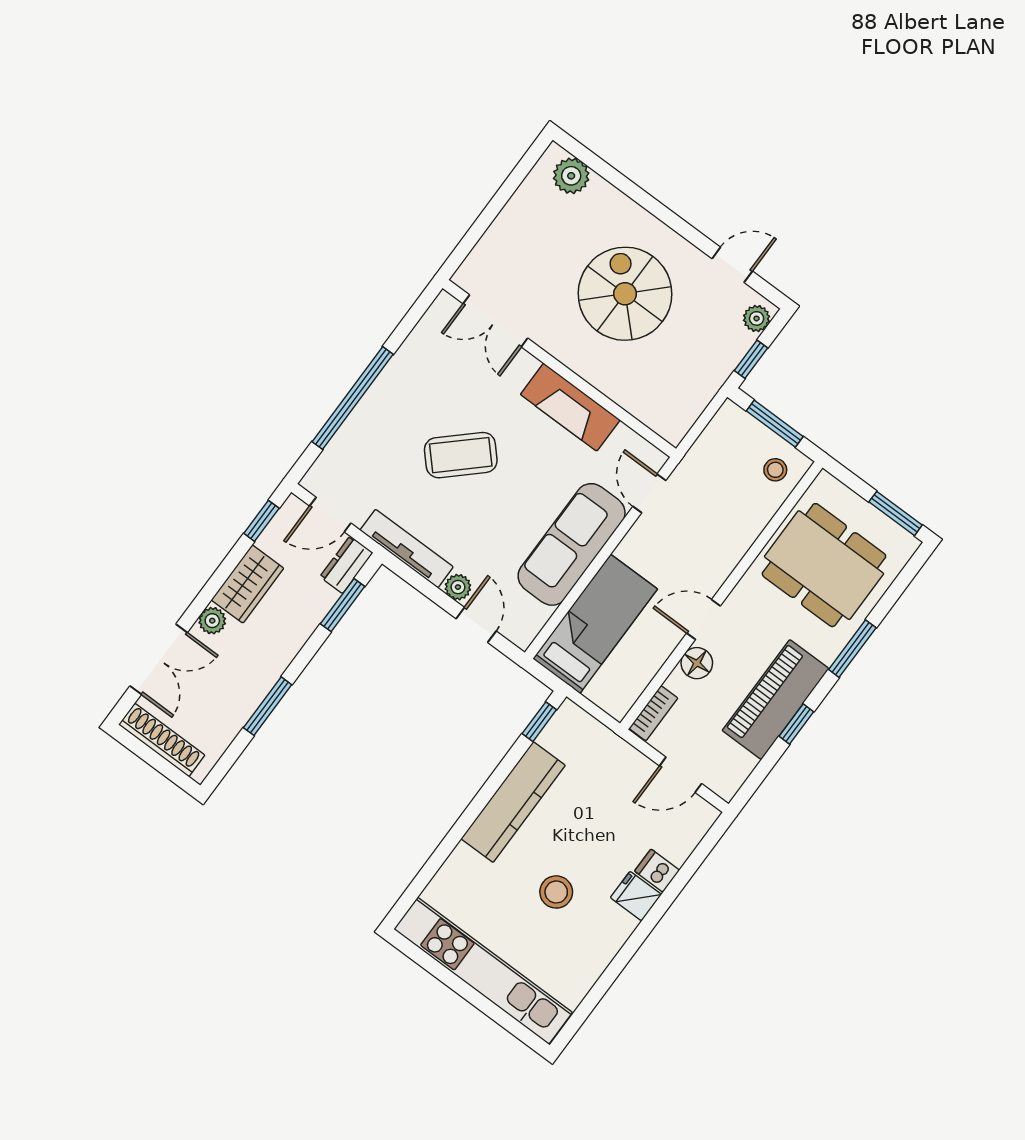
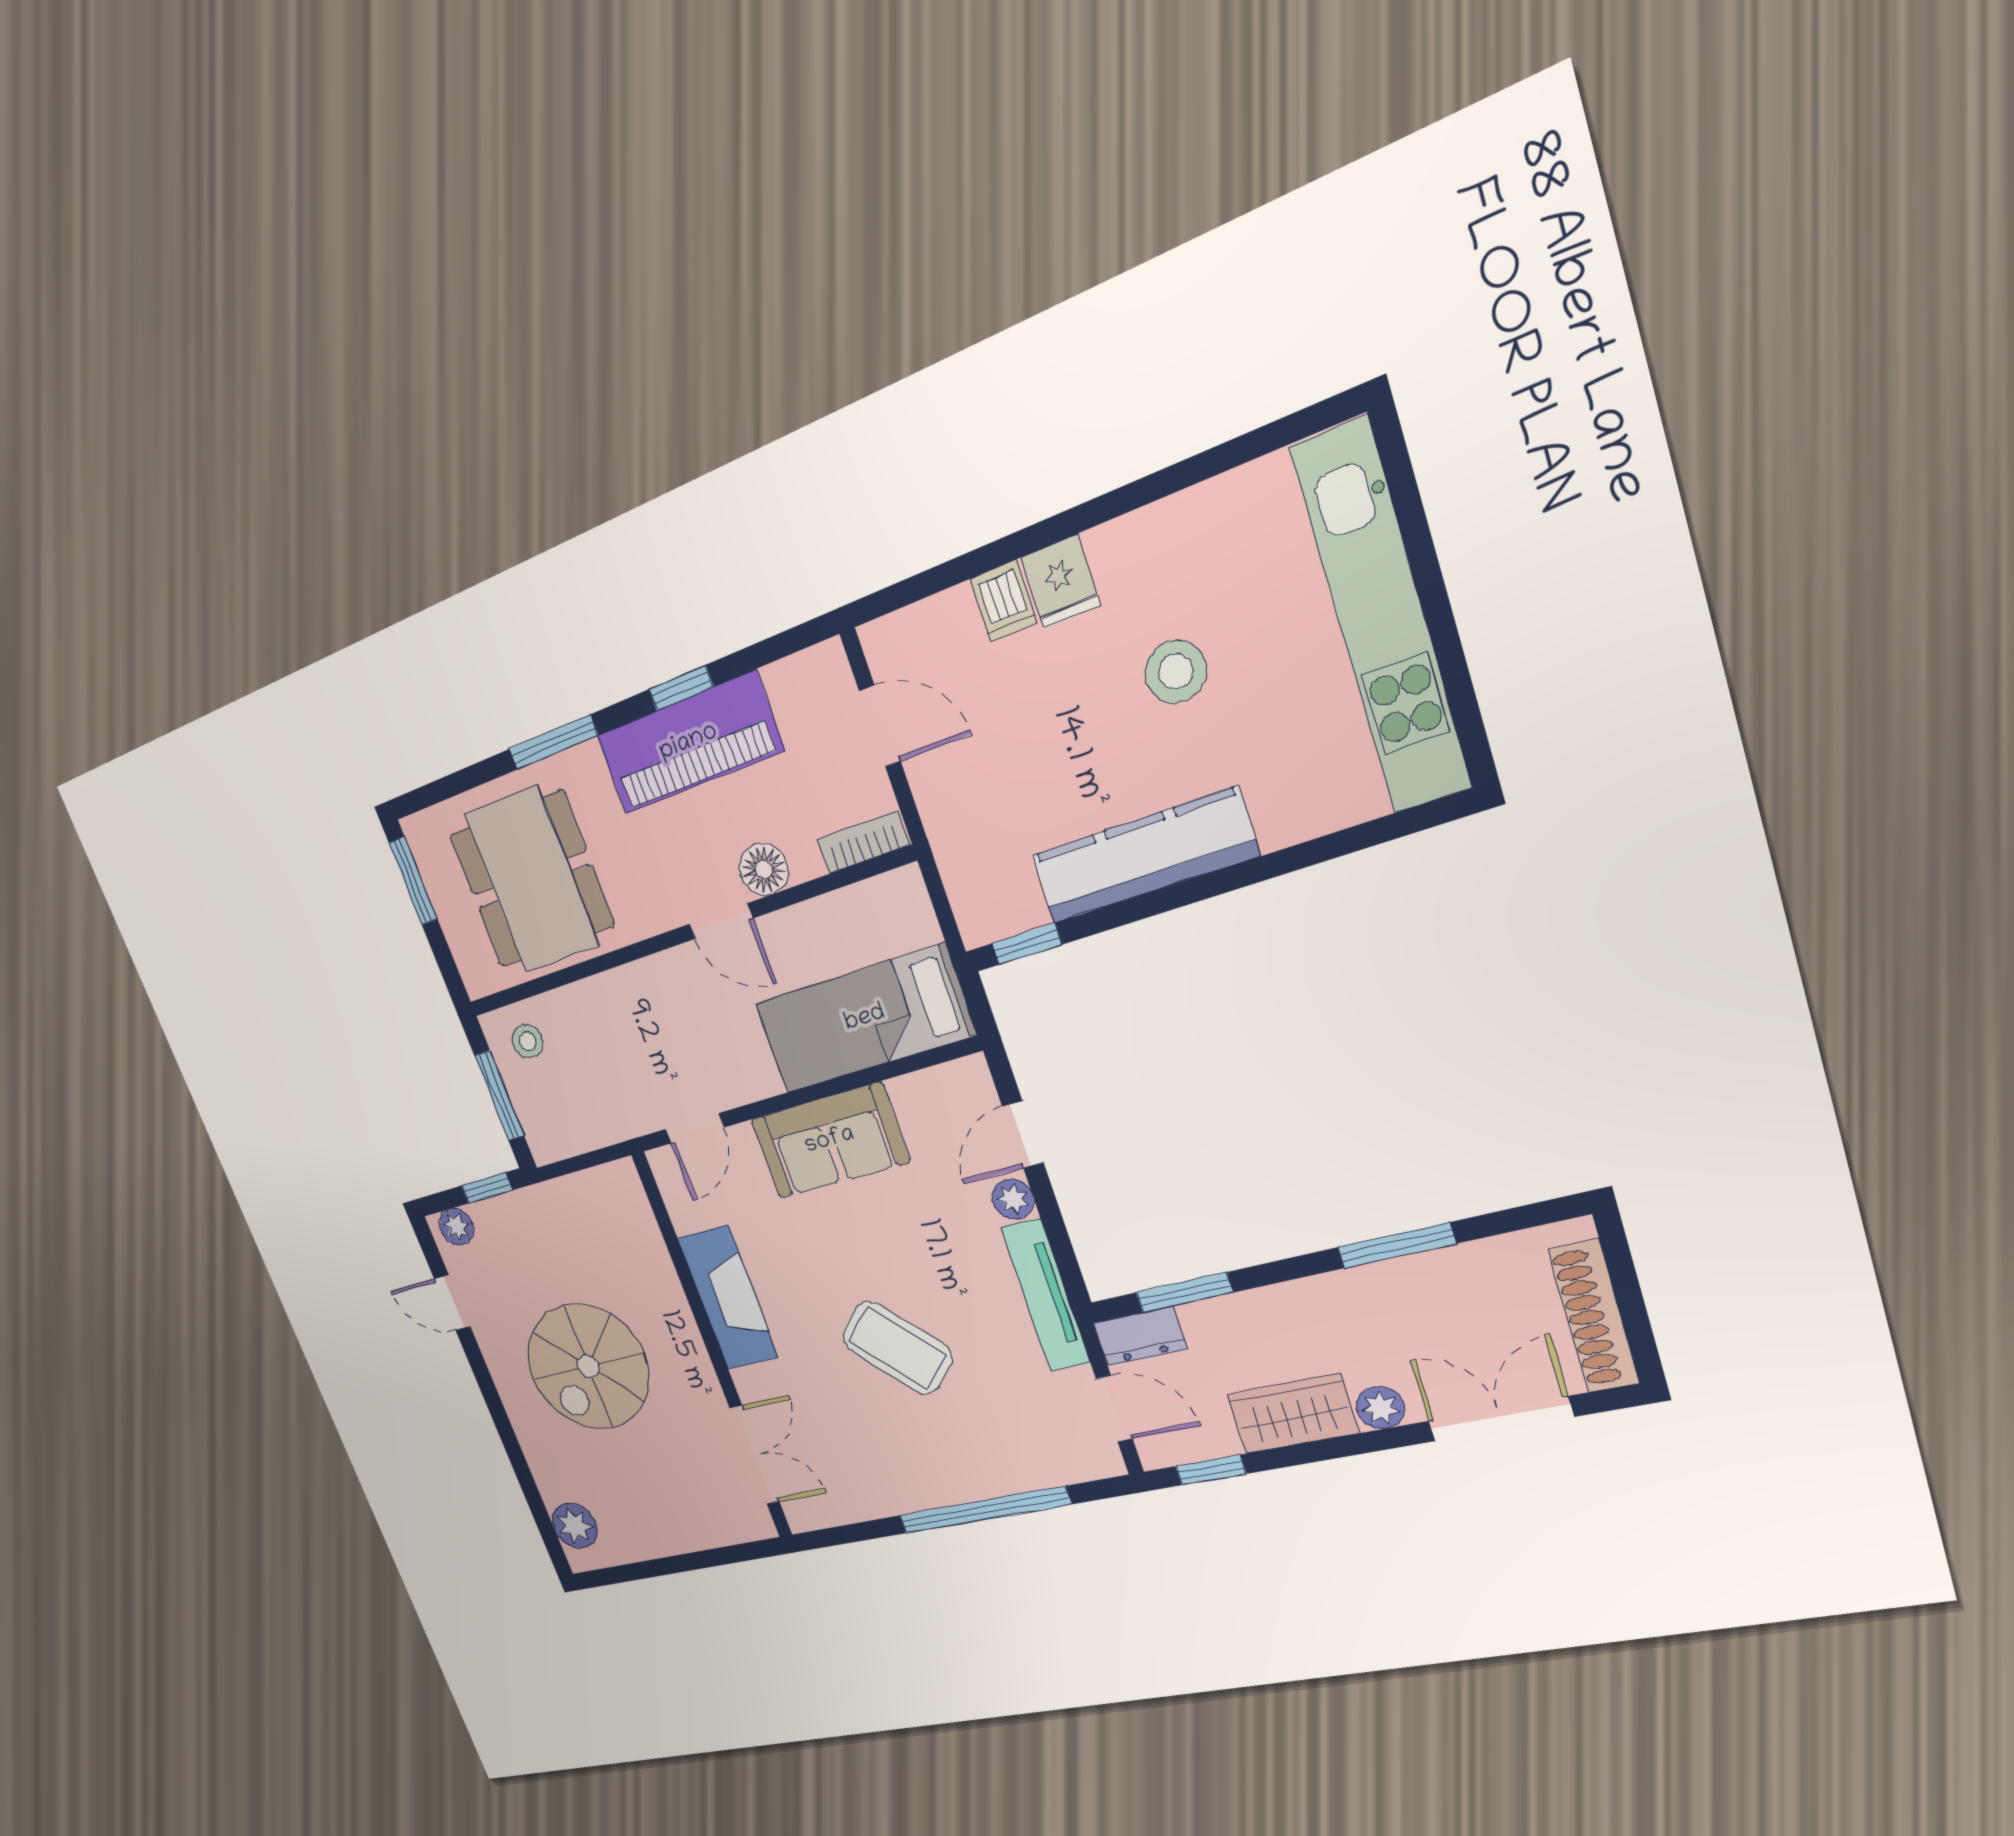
sofa: (572, 544) -> (830, 1141), width x0.73

